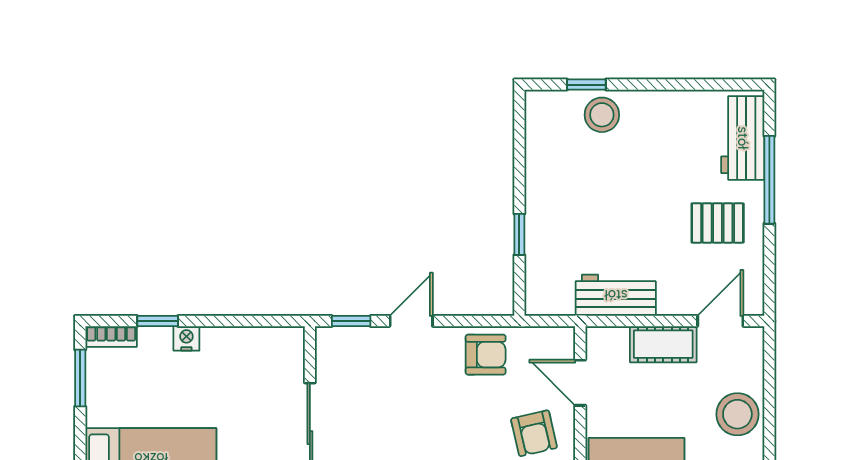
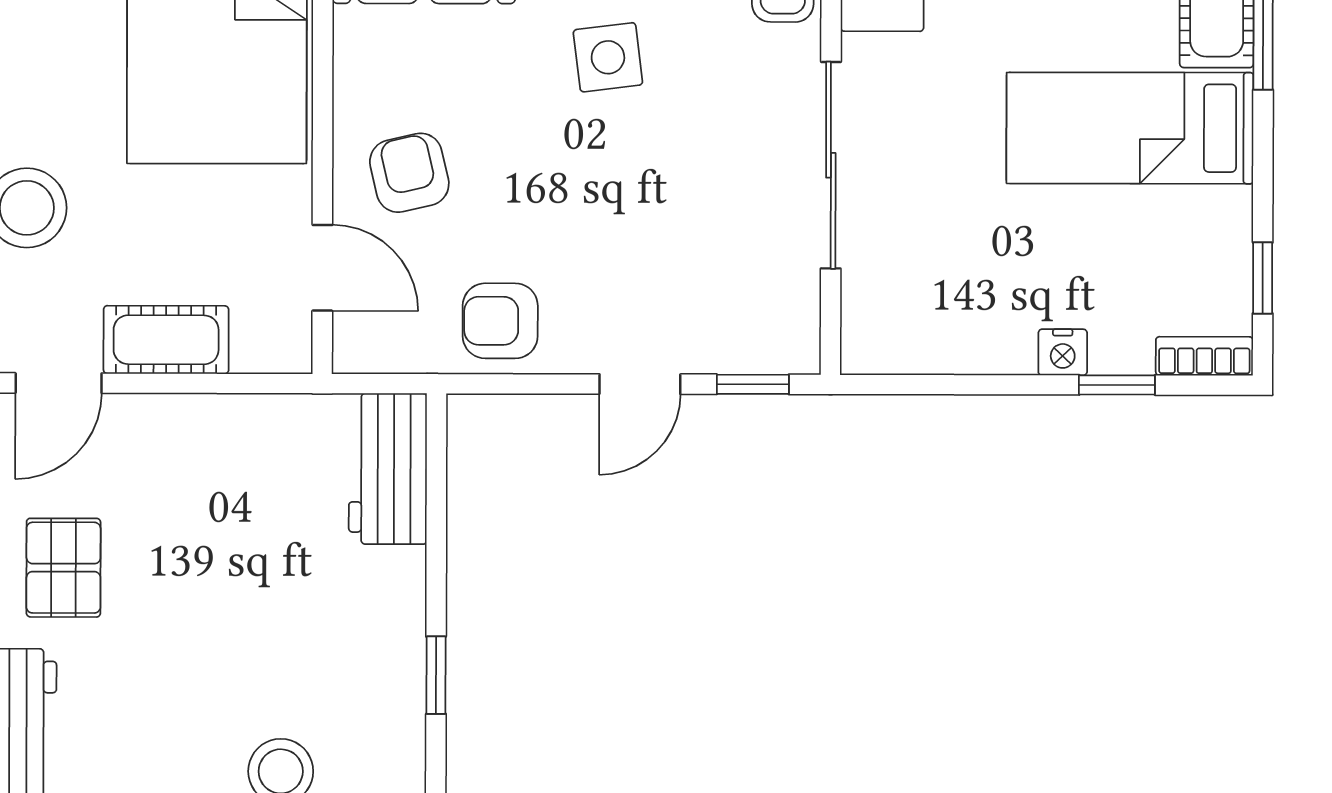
pallet: (718, 223) -> (63, 568), turned 90
window: (519, 234) -> (436, 675), moved
workbench: (616, 295) -> (388, 469), moved, turned 90
window: (80, 378) -> (1263, 278), width x0.67

